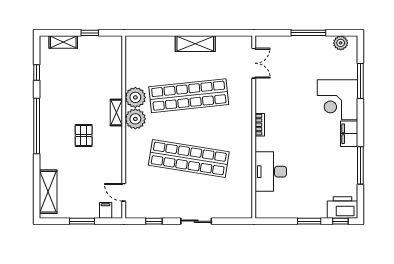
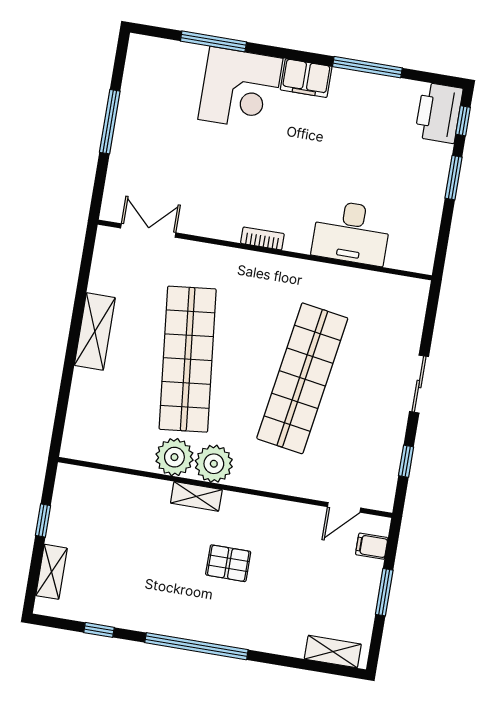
plant: (341, 43) -> (138, 66), removed
shelving: (48, 192) -> (333, 652), width x0.67, depth x0.75

